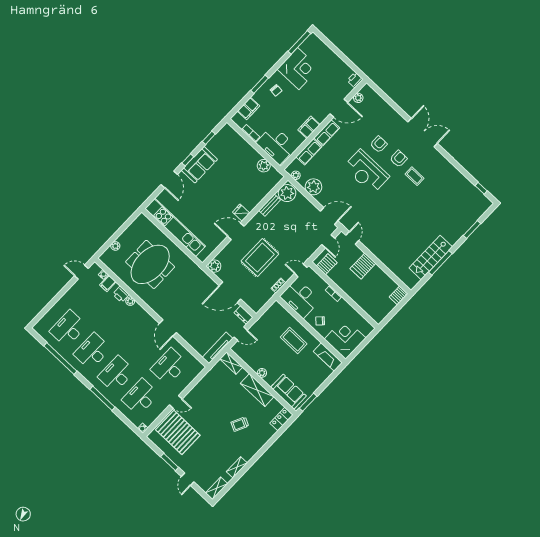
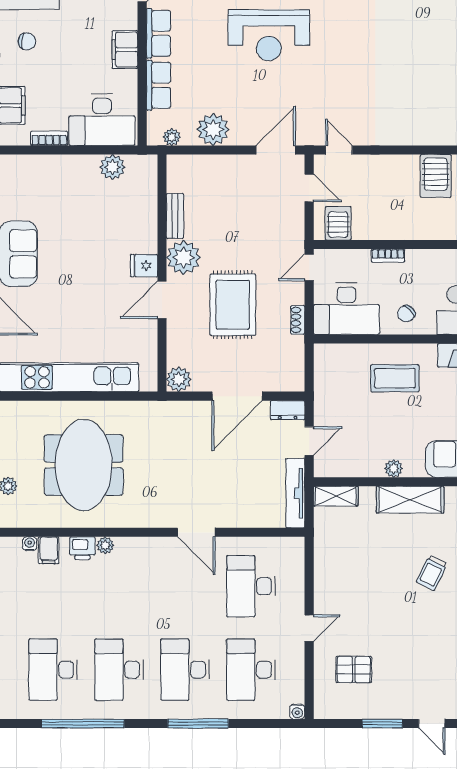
plant: (287, 193) -> (183, 257), moved
server rack: (363, 266) -> (436, 176), moved
pallet: (178, 432) -> (354, 669), width x0.49, depth x0.50

